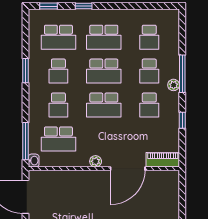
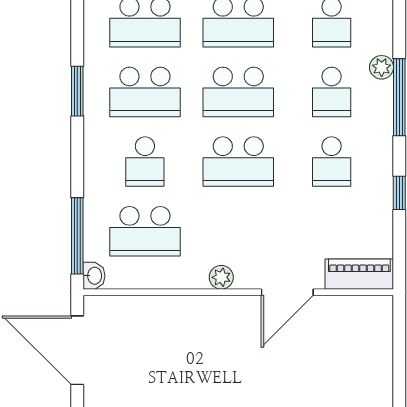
school desk: (58, 71) -> (145, 92), width x1.85
plant: (174, 85) -> (382, 67), moved
door: (128, 169) -> (287, 292), width x0.73

